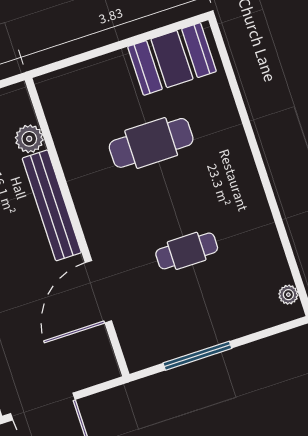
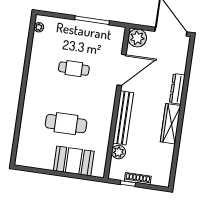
booth: (172, 59) -> (74, 161), moved
plant: (99, 364) -> (137, 38), added

